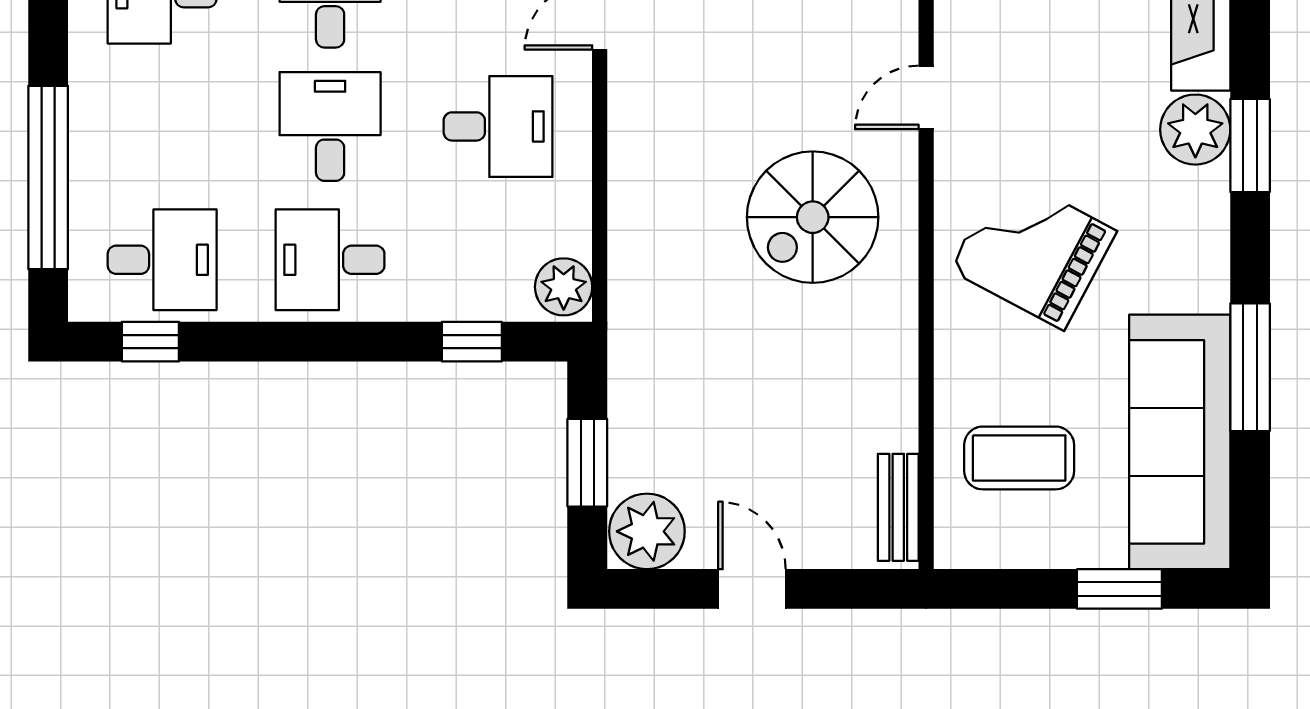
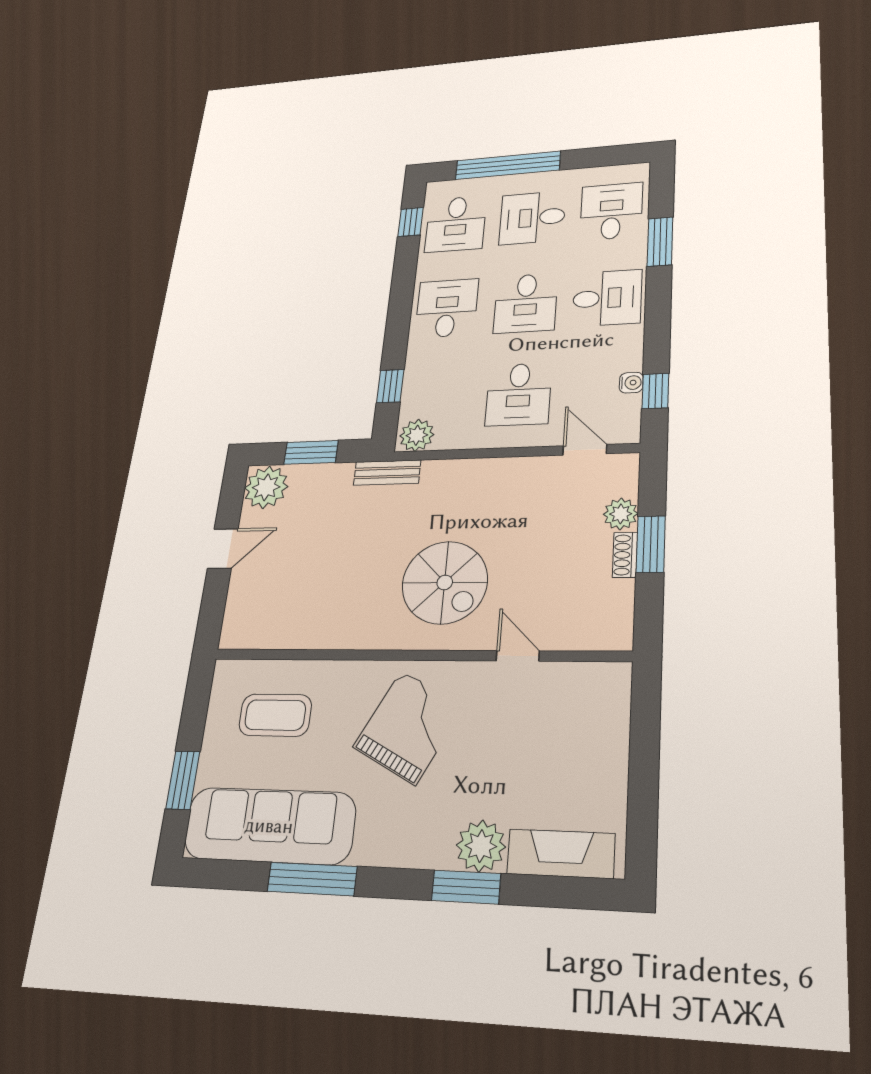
desk: (162, 126) -> (532, 218), added
desk: (330, 126) -> (526, 303), turned 90
spiral stairs: (813, 217) -> (445, 582), turned 180
coffee table: (1019, 458) -> (275, 715), turned 90
bench: (898, 507) -> (387, 473), moved

